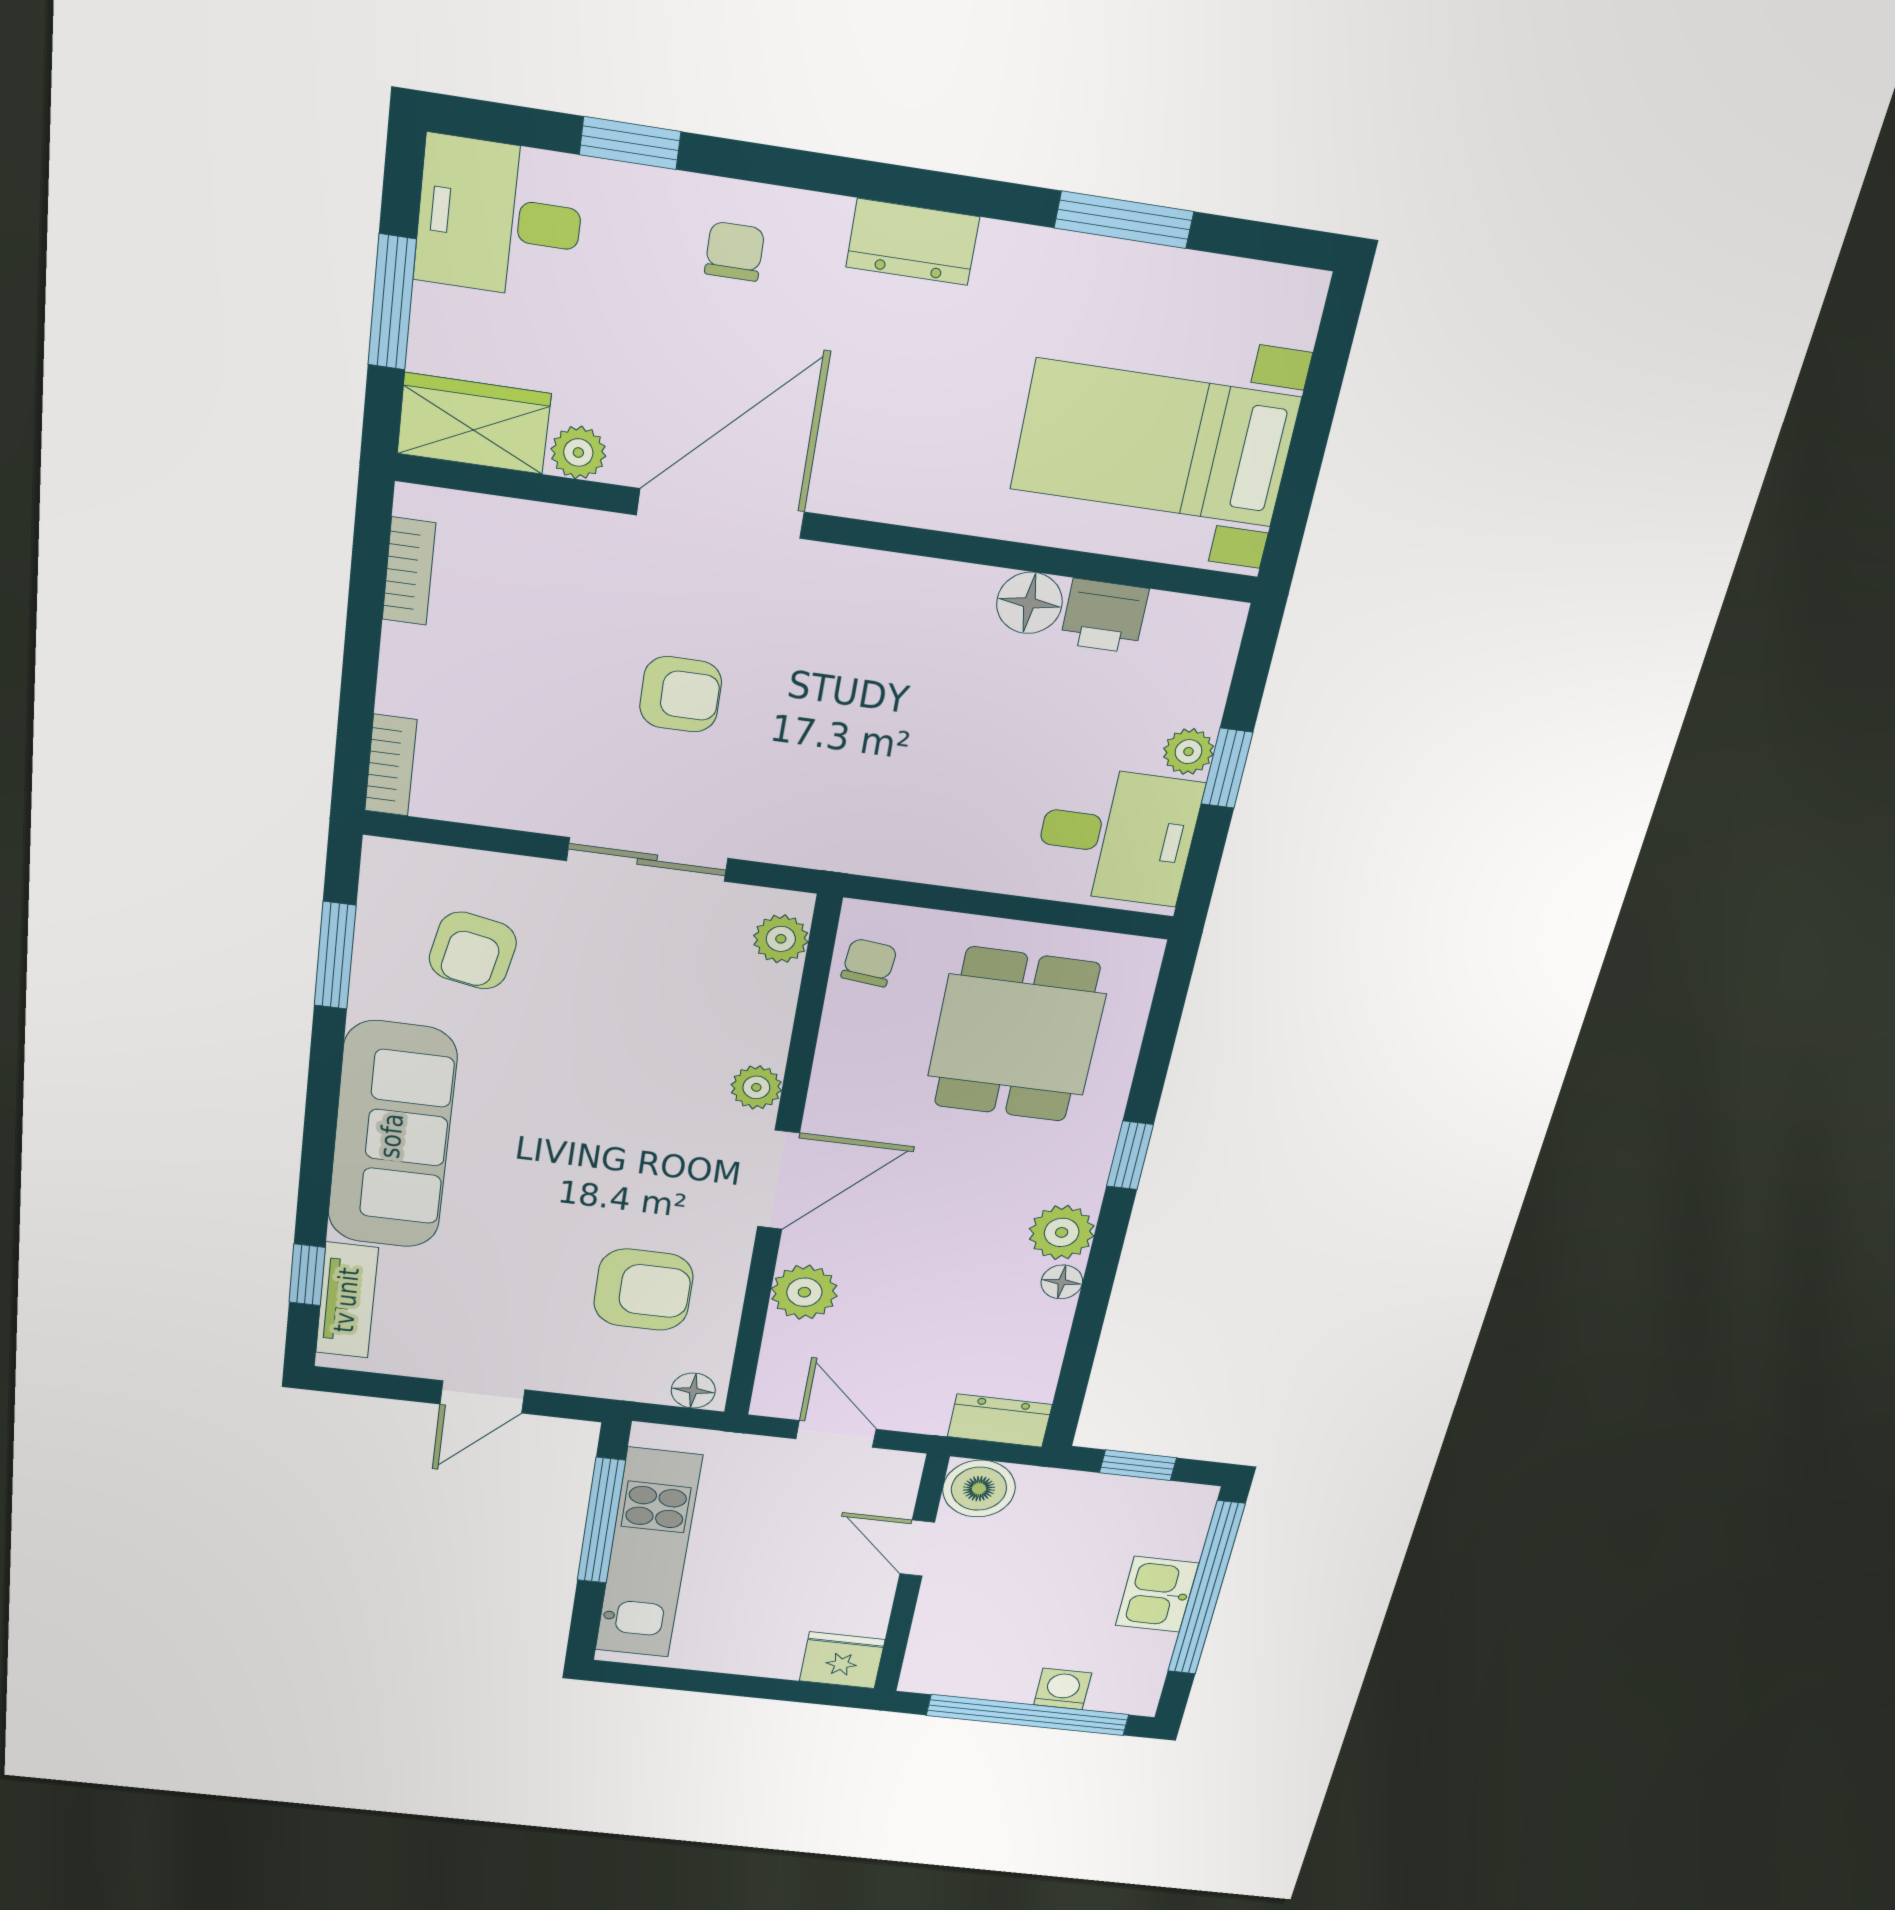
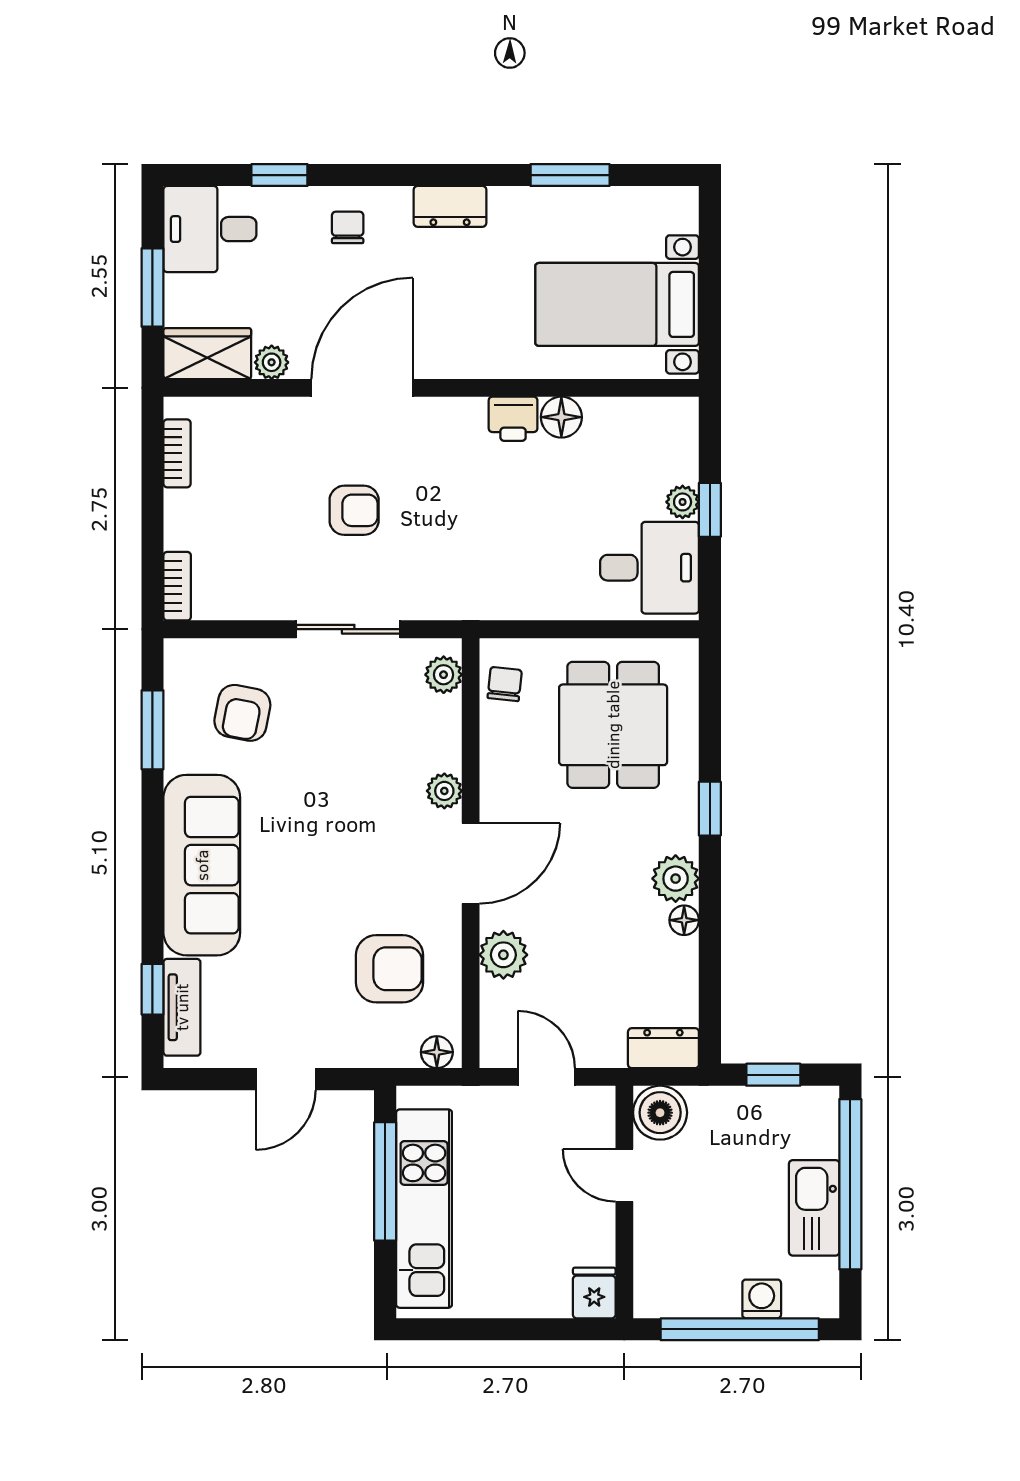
printer: (1104, 616) -> (513, 419), moved
kitchen sink: (1157, 1594) -> (814, 1208), width x1.38
fridge: (842, 1660) -> (594, 1293), width x0.72

